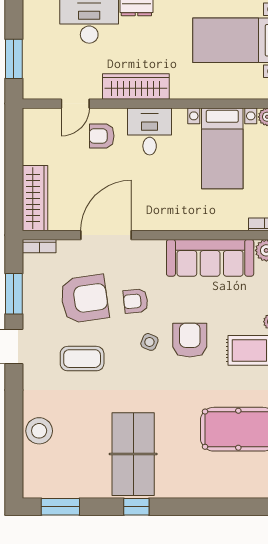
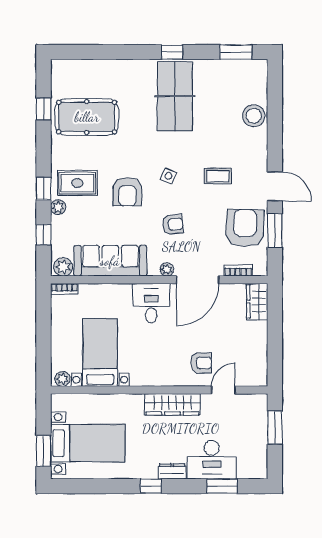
desk: (150, 131) -> (151, 303), moved, turned 180
wardrobe: (35, 198) -> (257, 302), width x0.67
bookcase: (39, 246) -> (238, 271), moved
plant: (143, 247) -> (167, 269), added
armchair: (84, 299) -> (245, 228), moved, turned 100
side table: (149, 342) -> (168, 176), moved
coffee table: (82, 359) -> (218, 176), width x0.73, depth x0.77

